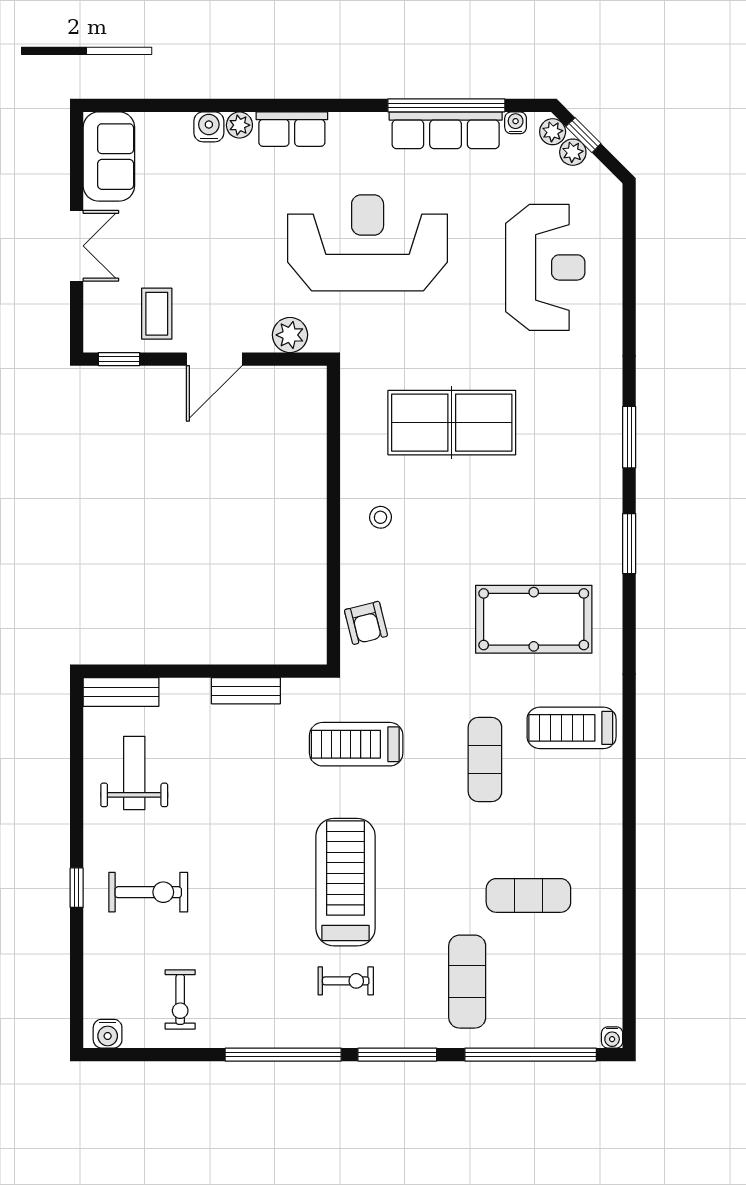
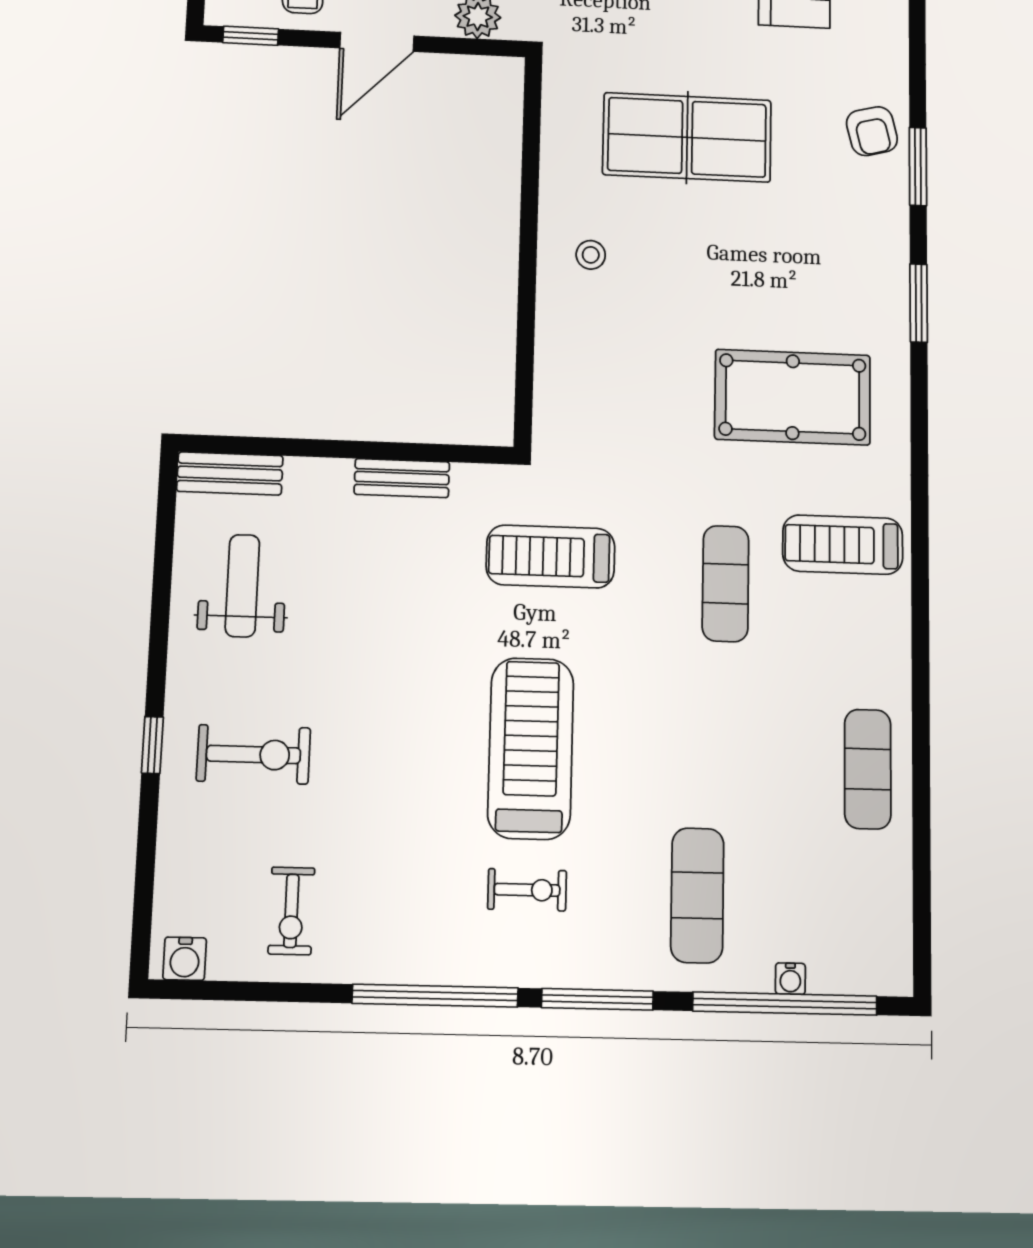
armchair: (366, 623) -> (872, 131), moved
exercise mat: (528, 895) -> (868, 769), moved, turned 90
water cooler: (612, 1037) -> (790, 979), moved

